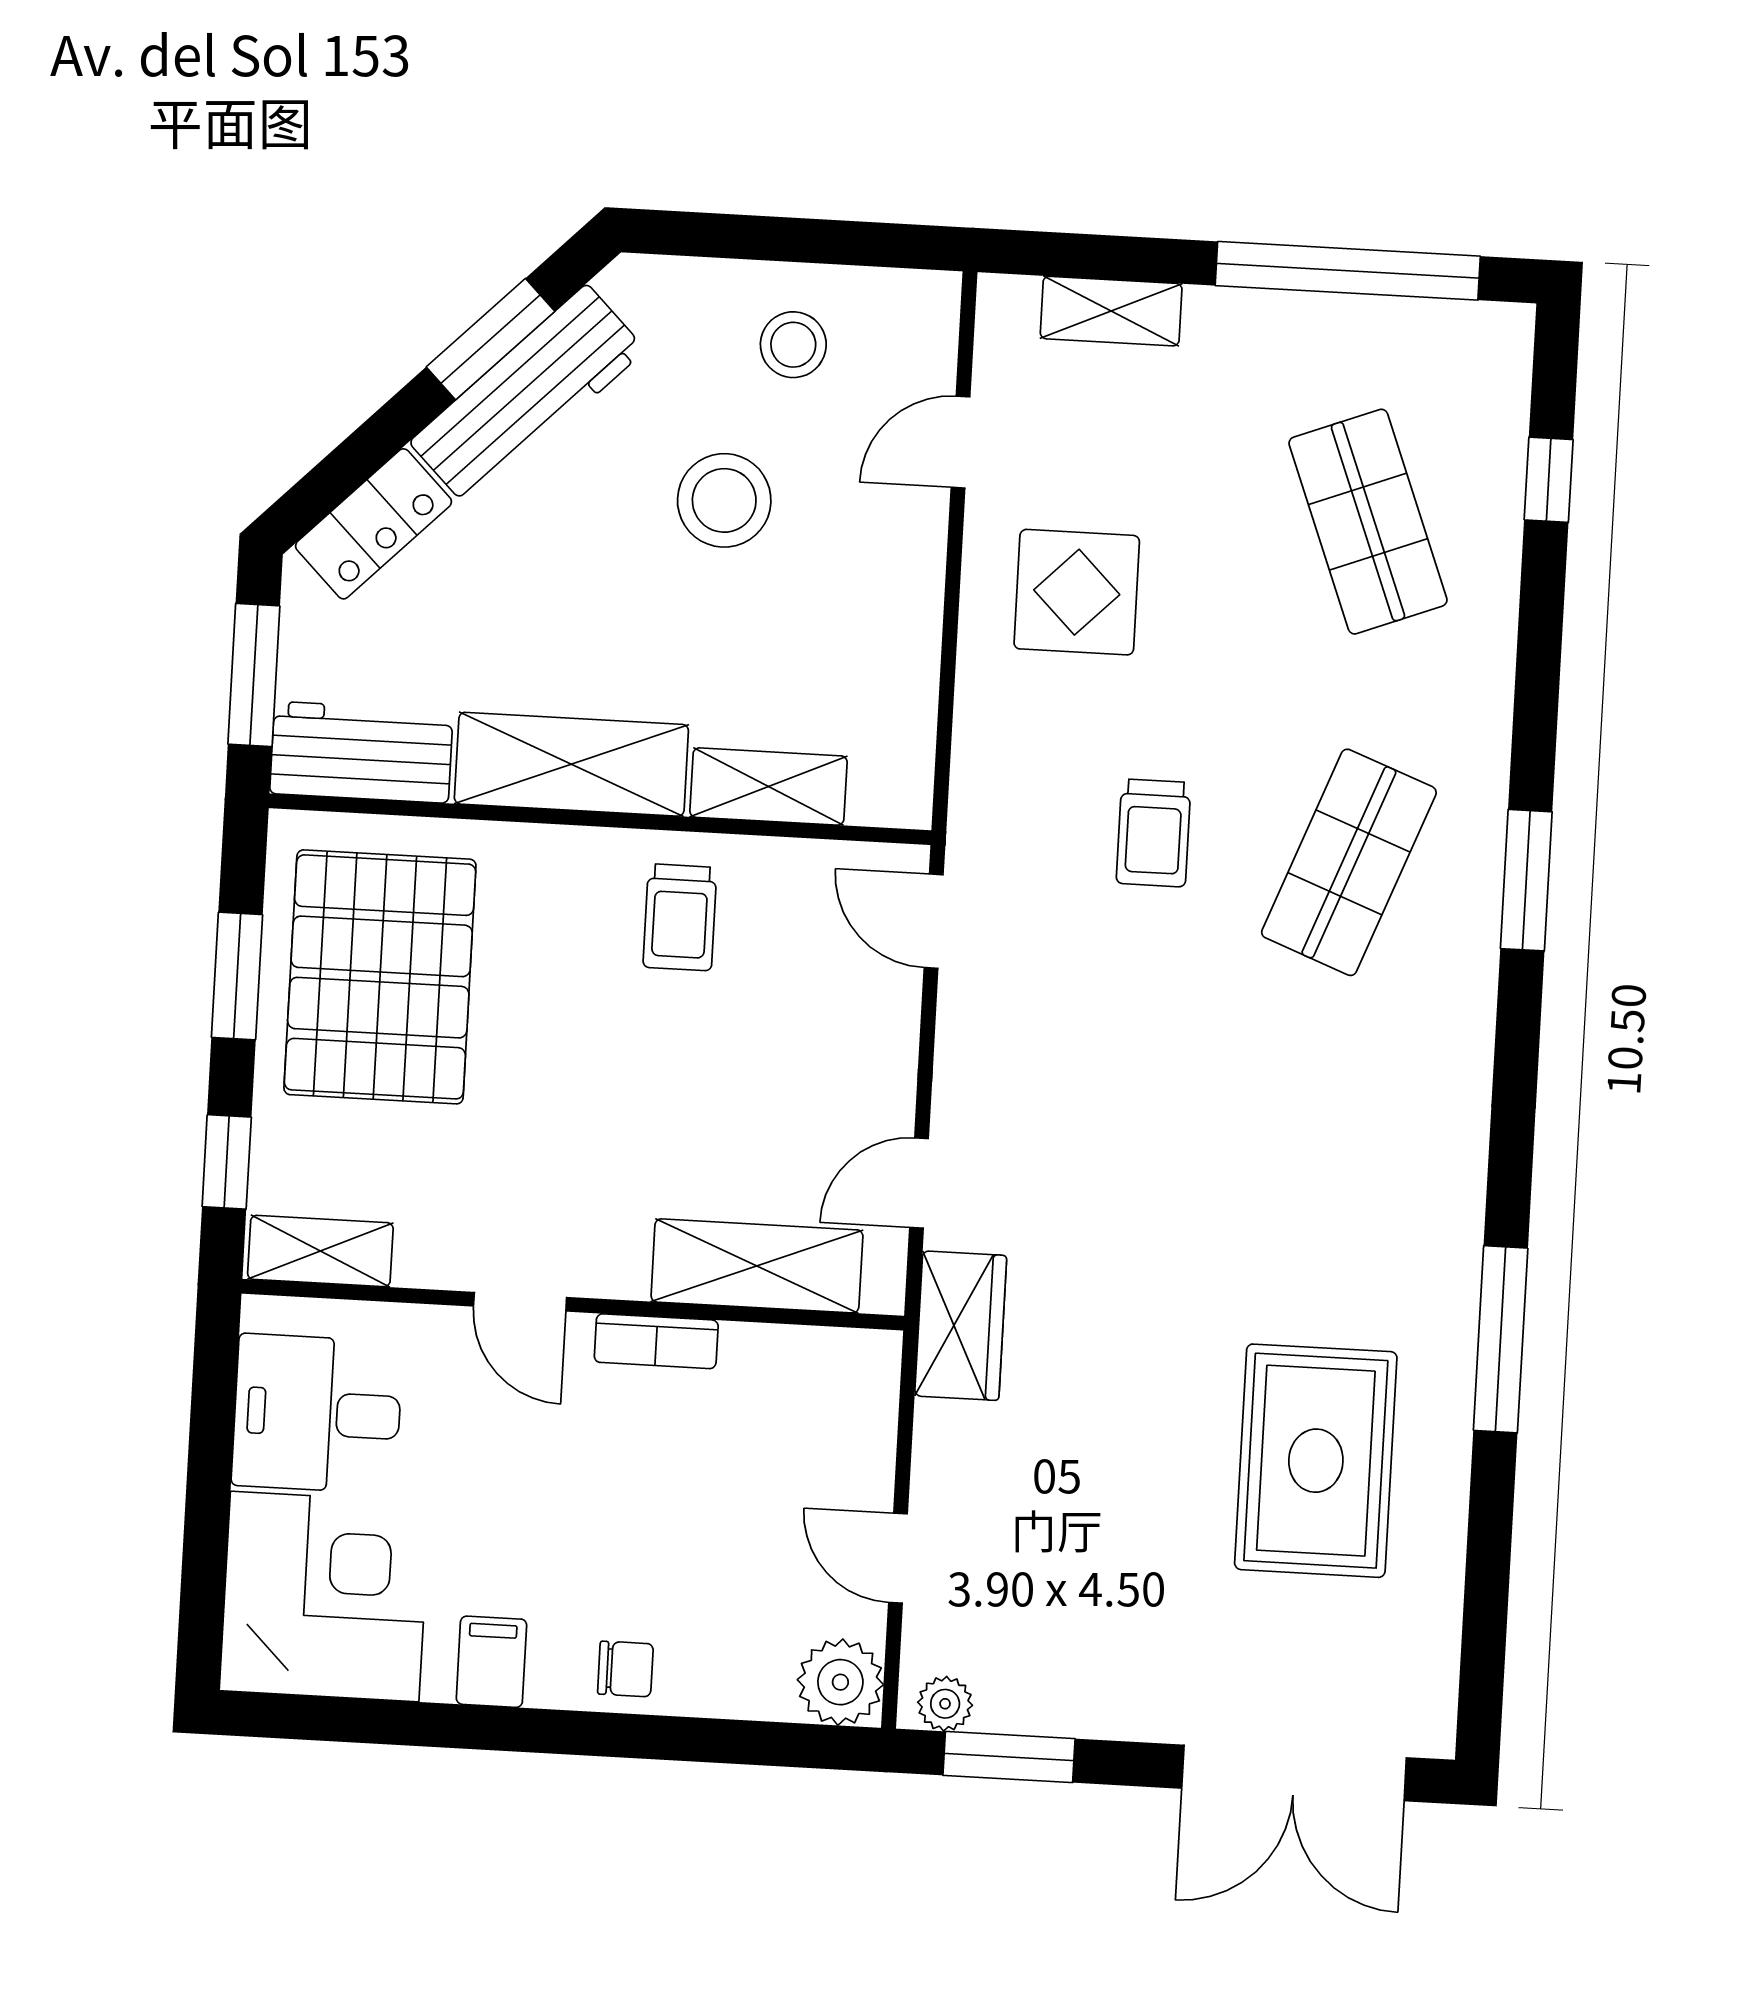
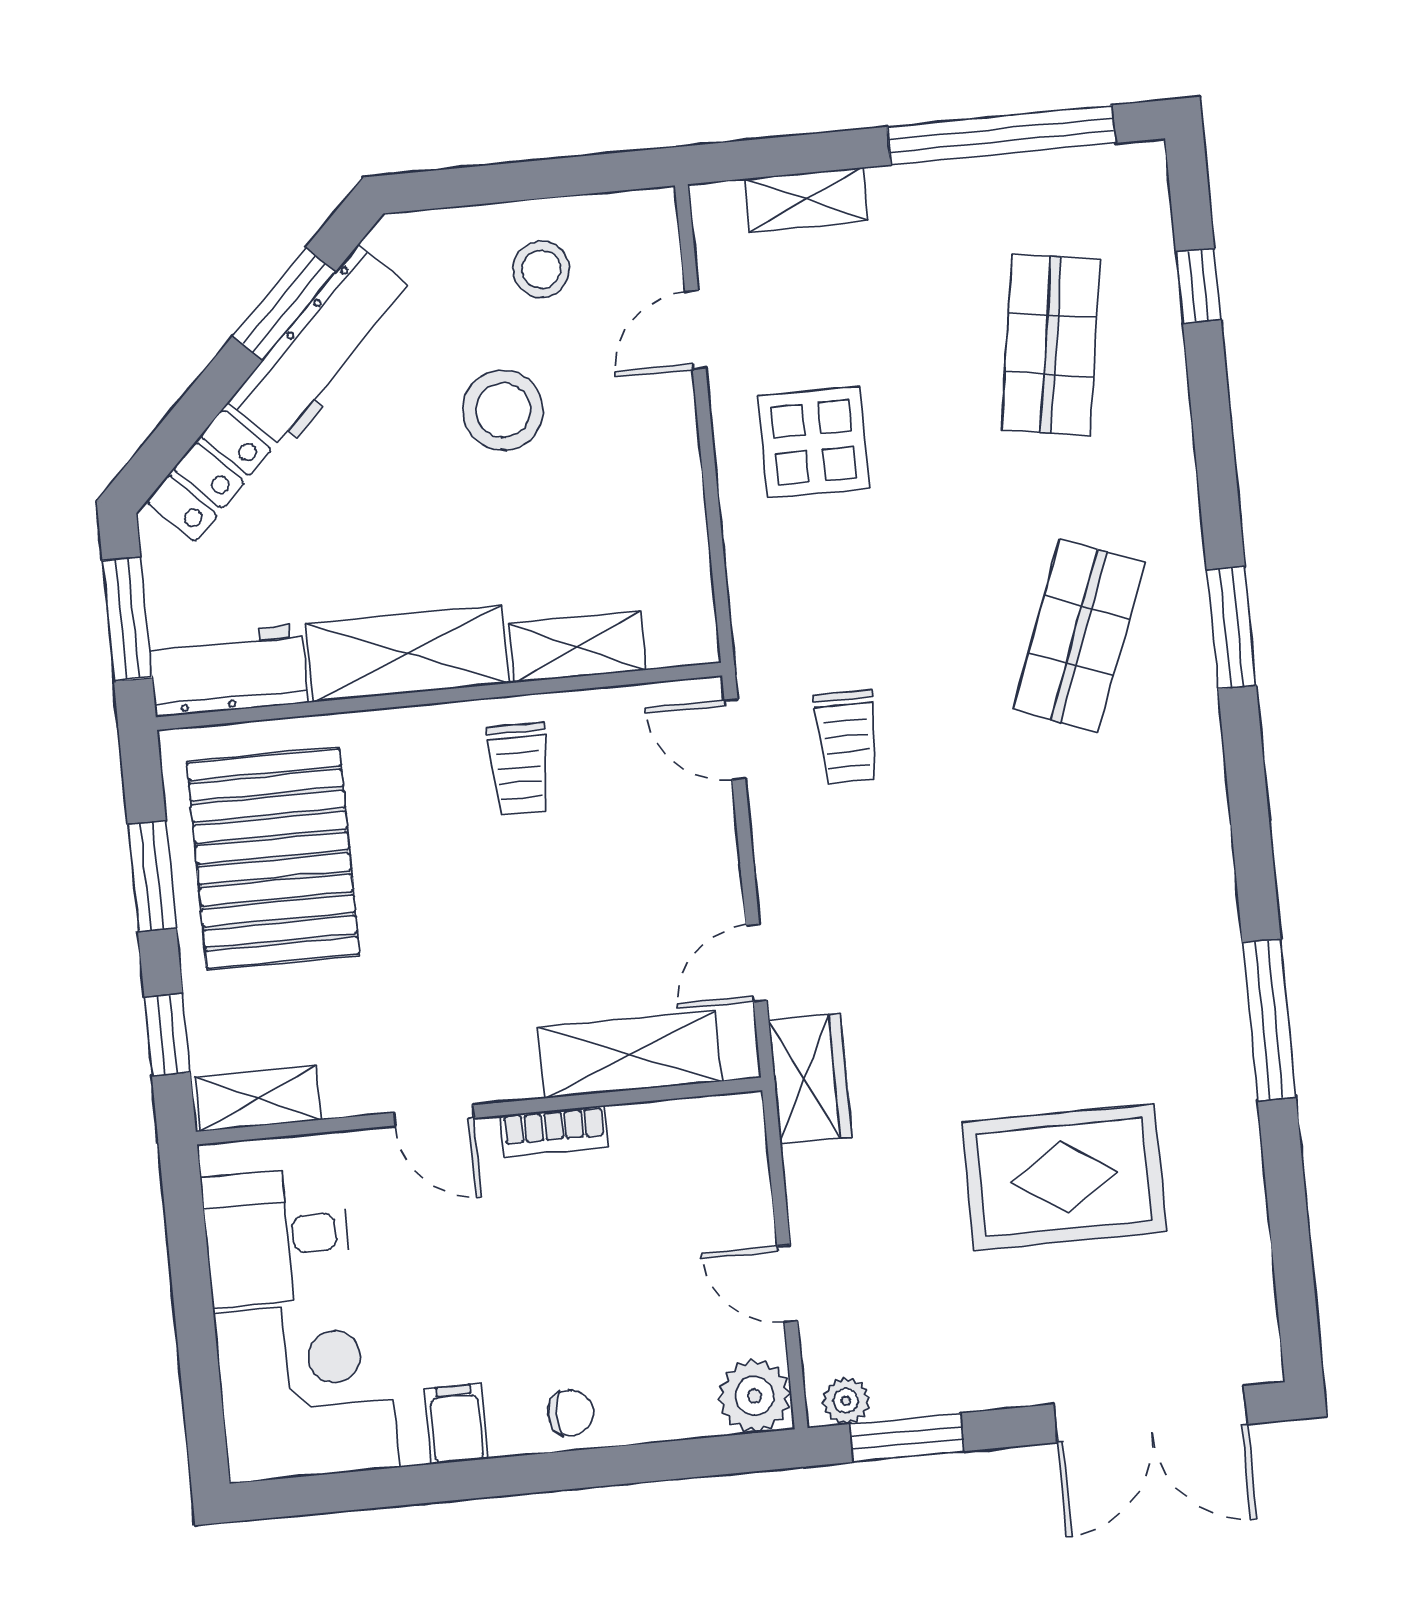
shop shelf: (1368, 522) -> (1051, 345), turned 30
trolley: (1154, 833) -> (847, 737), moved
rug: (1316, 1461) -> (1064, 1177), moved, turned 90

